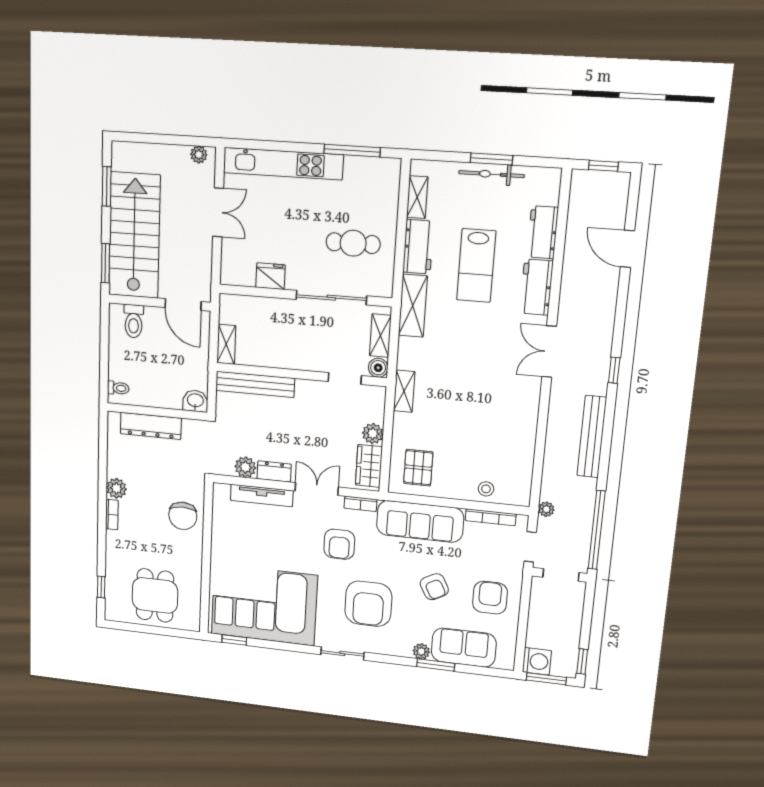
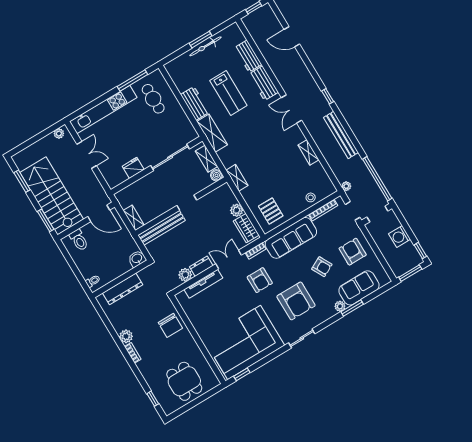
shelving: (417, 197) -> (308, 152), moved
cafe table: (353, 243) -> (153, 99), moved, turned 90
doorway: (345, 378) -> (187, 203), moved
washing machine: (537, 661) -> (400, 236), moved, turned 180

